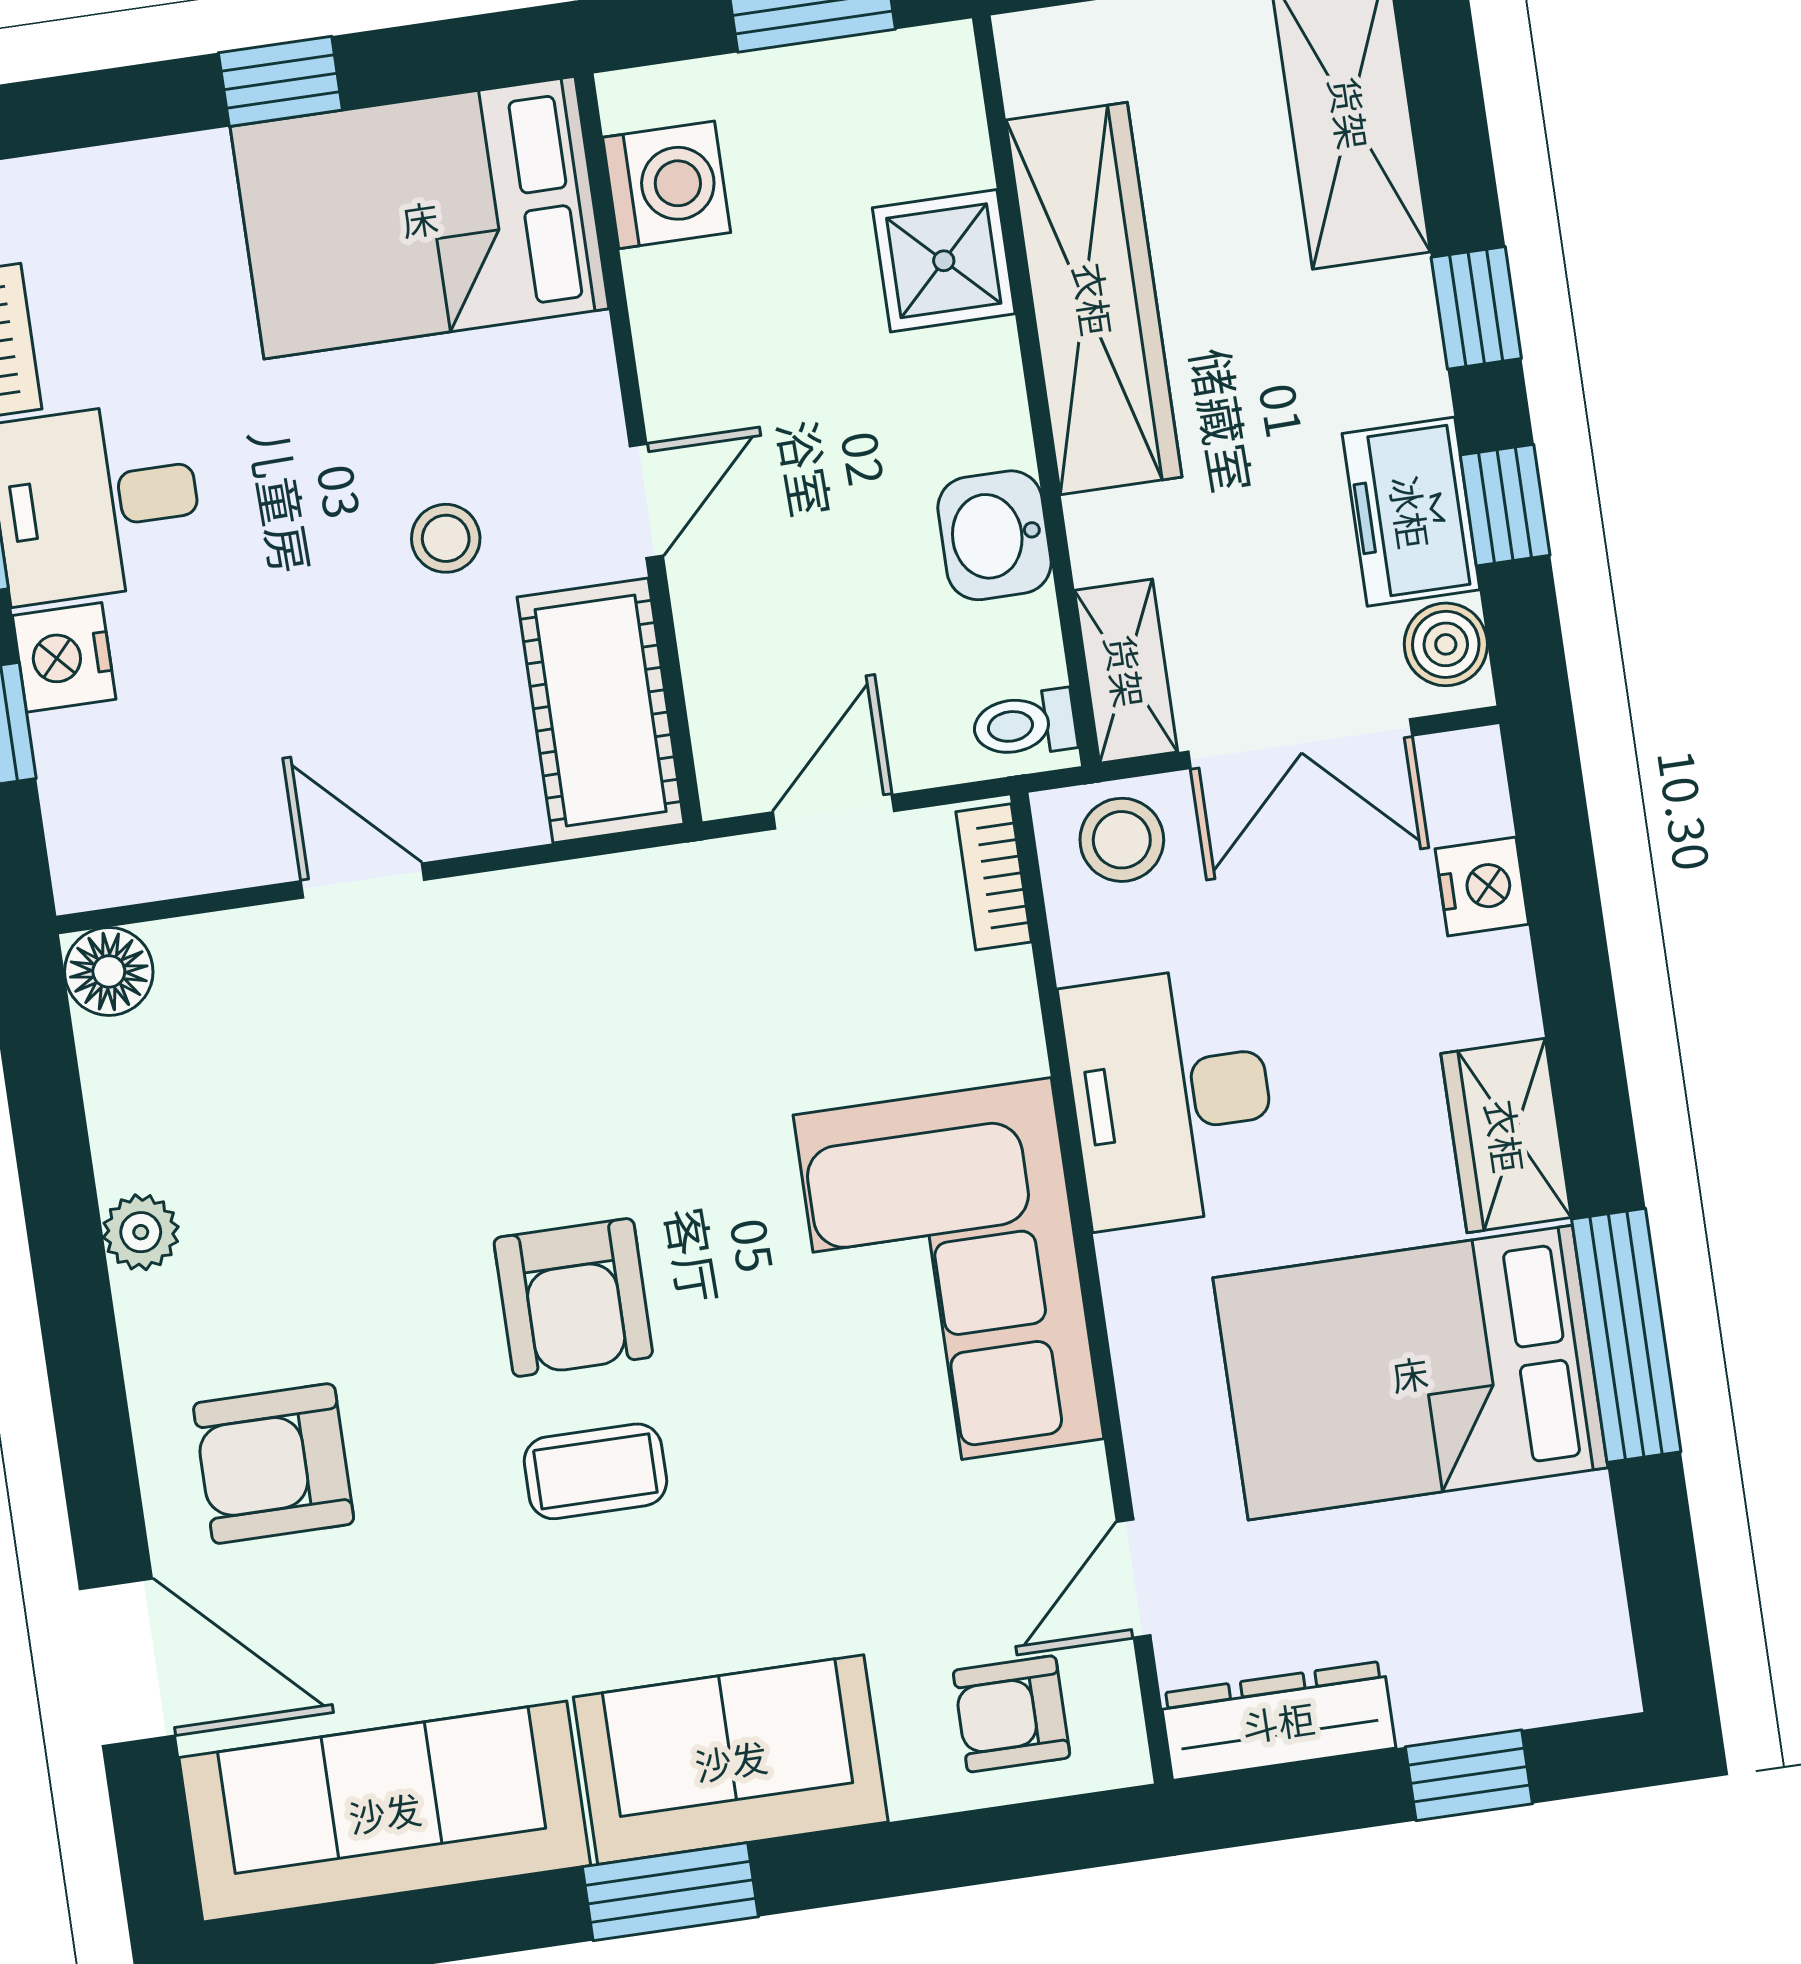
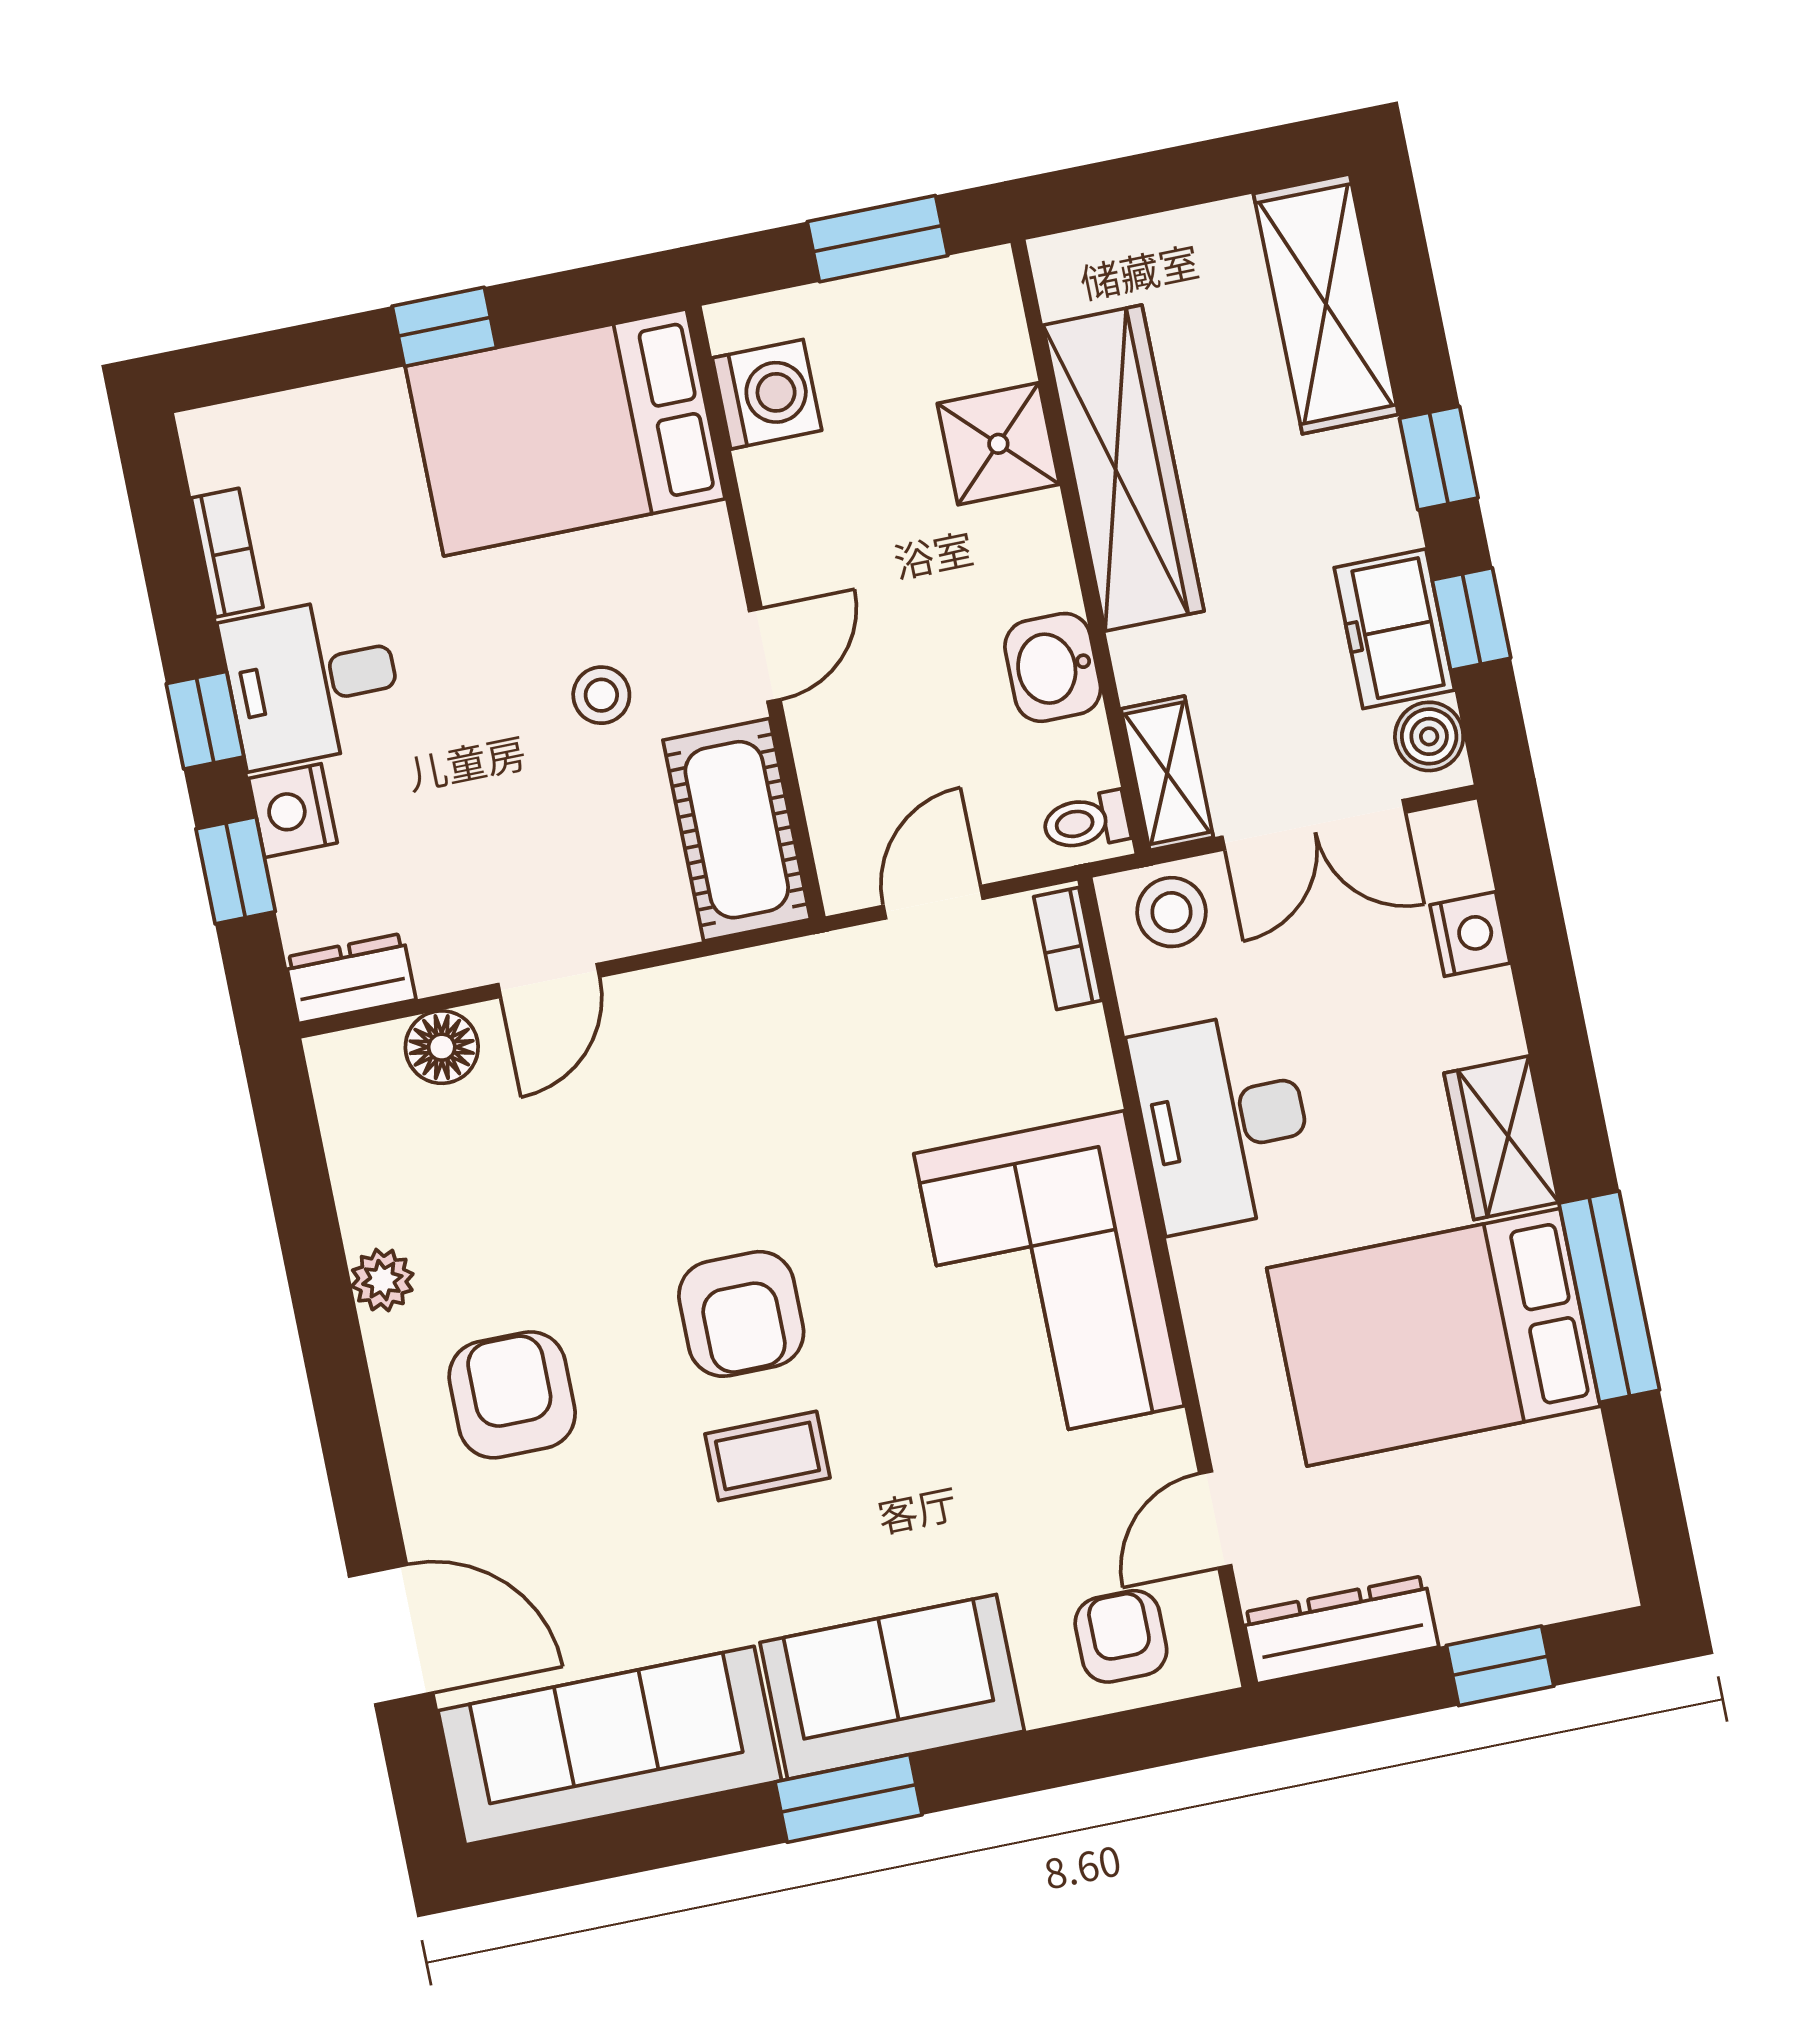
dresser: (123, 864) -> (350, 978), added
door: (363, 880) -> (549, 980), swing flipped
floor lamp: (109, 971) -> (442, 1047), moved
armchair: (274, 1464) -> (512, 1395), moved, turned 90
armchair: (1012, 1714) -> (1121, 1636), turned 90

